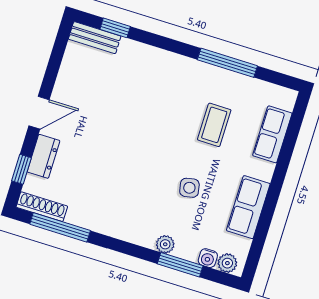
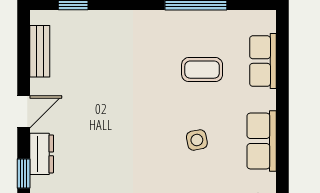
bench: (95, 38) -> (40, 51), moved, turned 90
coffee table: (214, 125) -> (202, 70), turned 90

